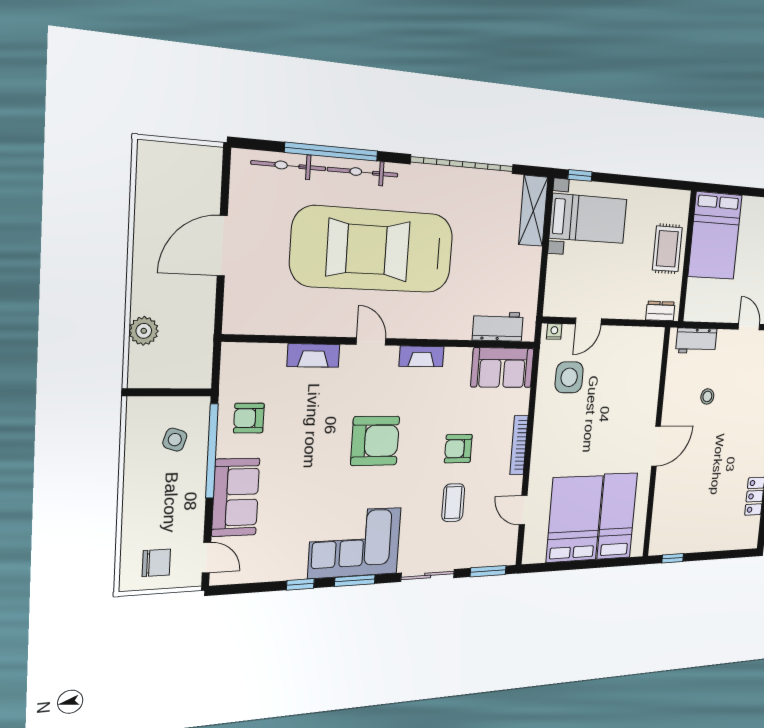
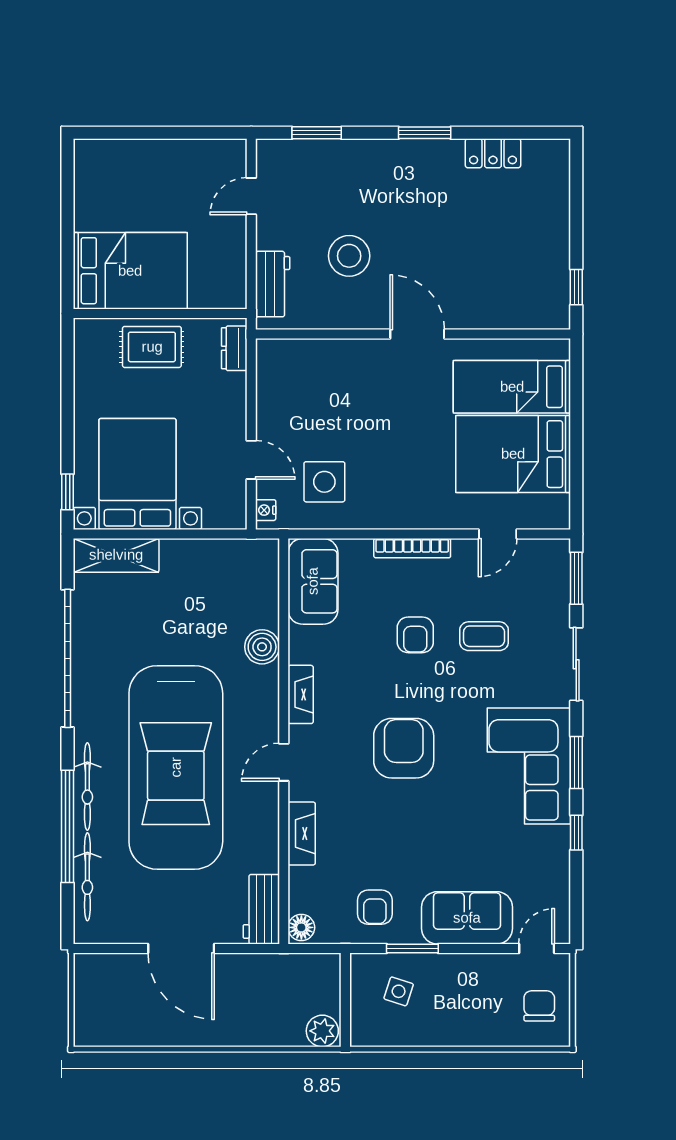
bed with nightstands: (588, 219) -> (137, 474), width x1.36
boiler: (459, 326) -> (262, 647), added
workbench: (498, 326) -> (261, 909), moved
plant: (144, 331) -> (322, 1031), moved
floor lamp: (235, 354) -> (301, 927), added
stool: (707, 396) -> (349, 256), width x1.89, depth x1.89
window: (212, 451) -> (412, 948), width x0.47

